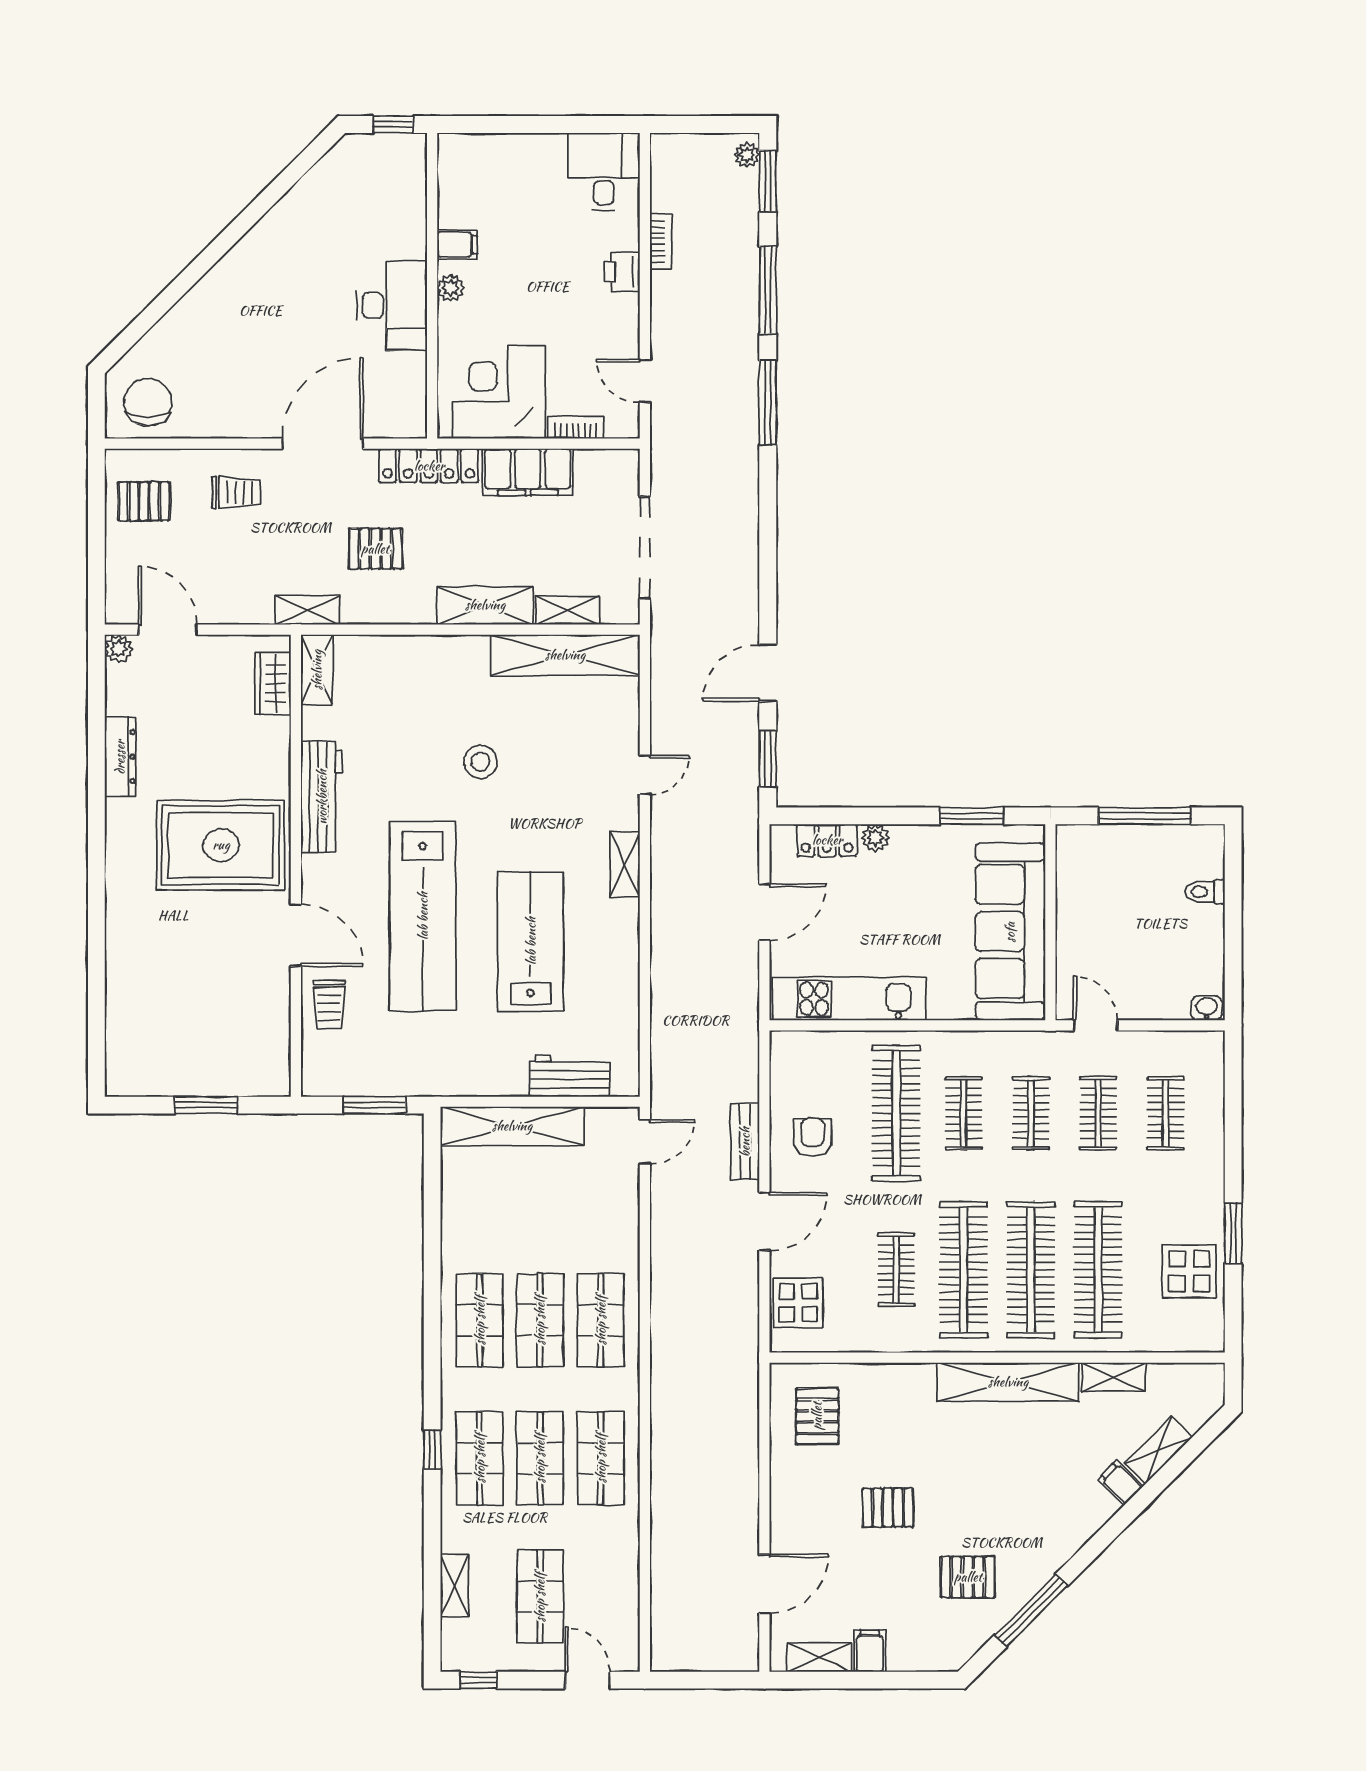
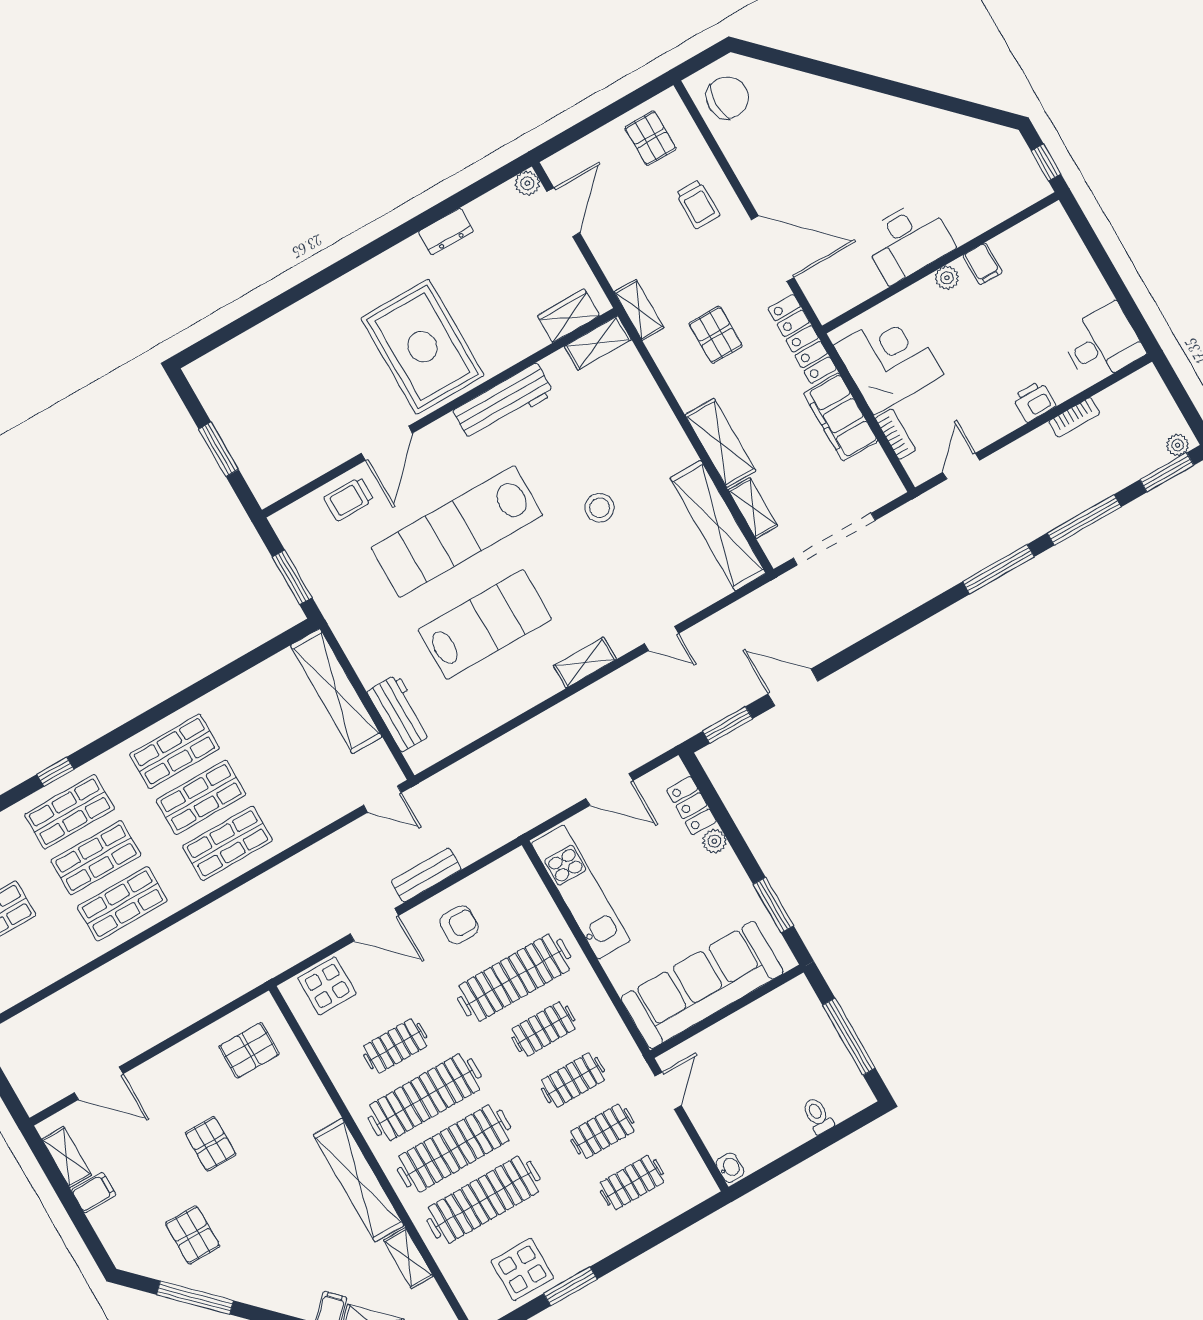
dresser: (120, 757) -> (446, 232), width x0.70

